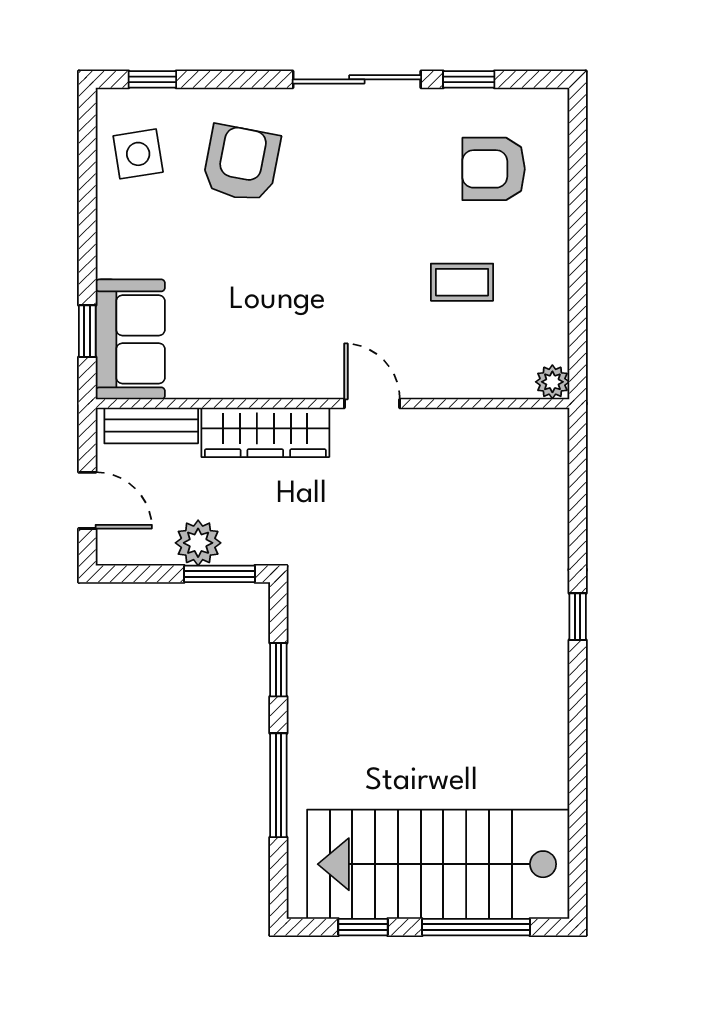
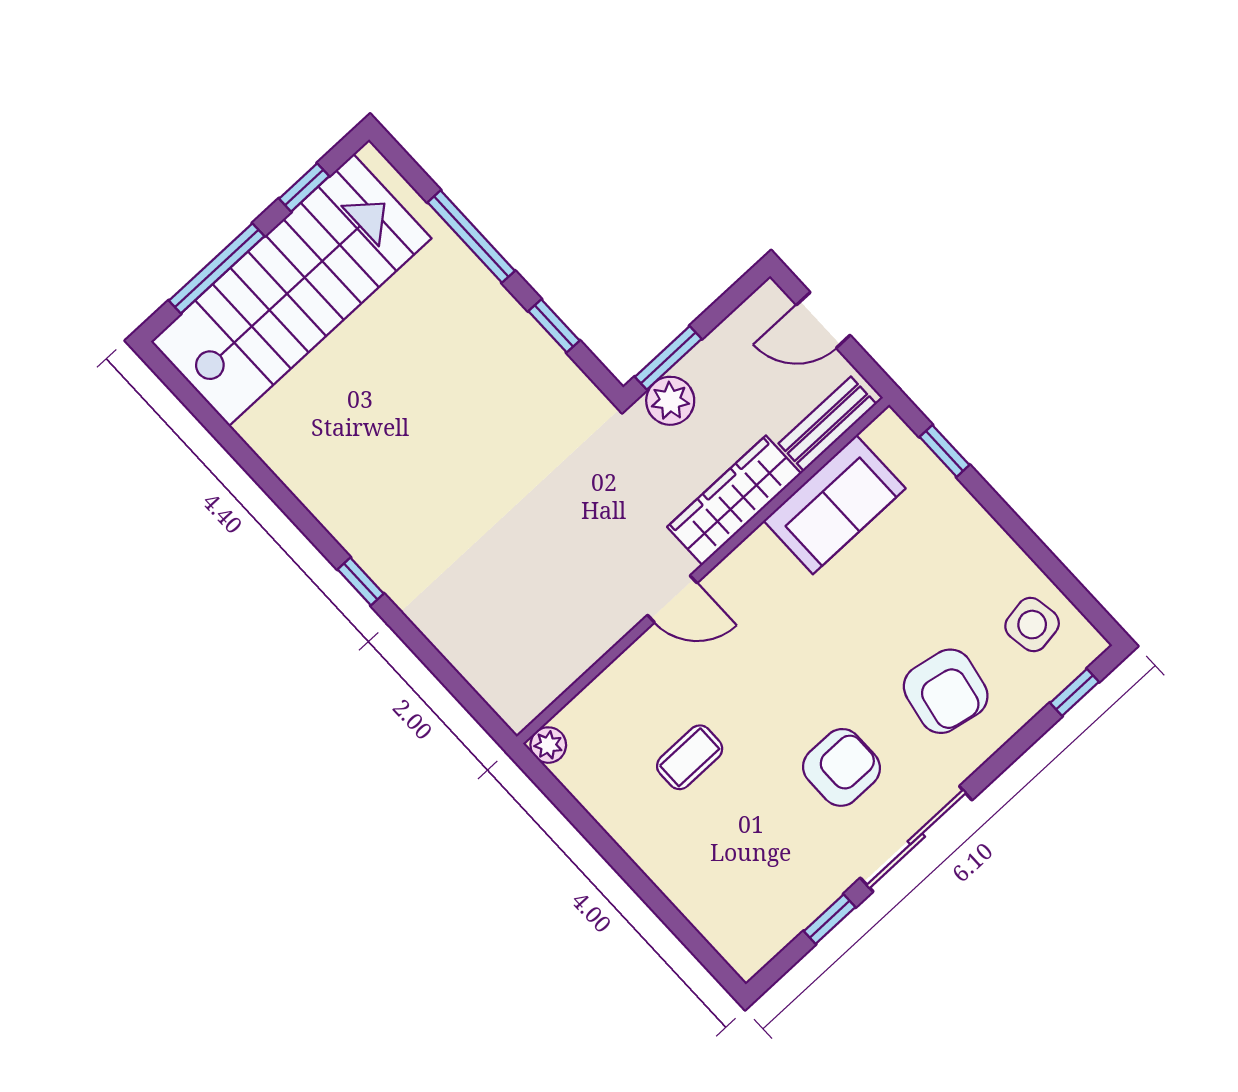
armchair: (494, 169) -> (841, 767), moved
sofa: (130, 339) -> (835, 505), moved, turned -90
plant: (198, 543) -> (670, 401), moved

